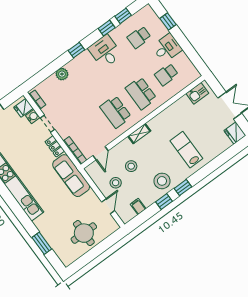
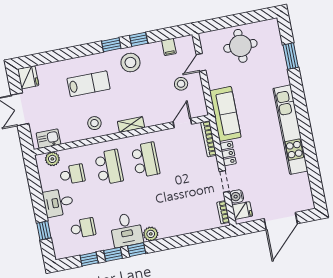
window: (76, 50) -> (137, 250), moved
plant: (62, 74) -> (151, 234), moved
plant: (187, 79) -> (52, 159), added
lab bench: (186, 150) -> (89, 84), turned -90
stool: (131, 166) -> (94, 123), moved

